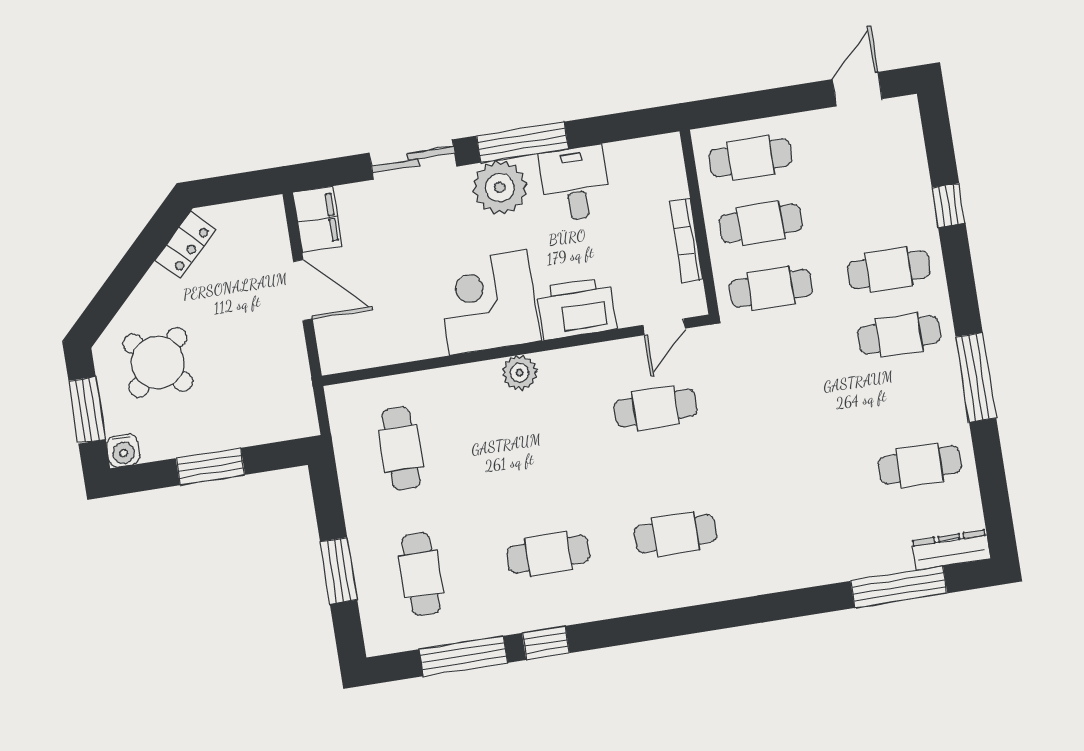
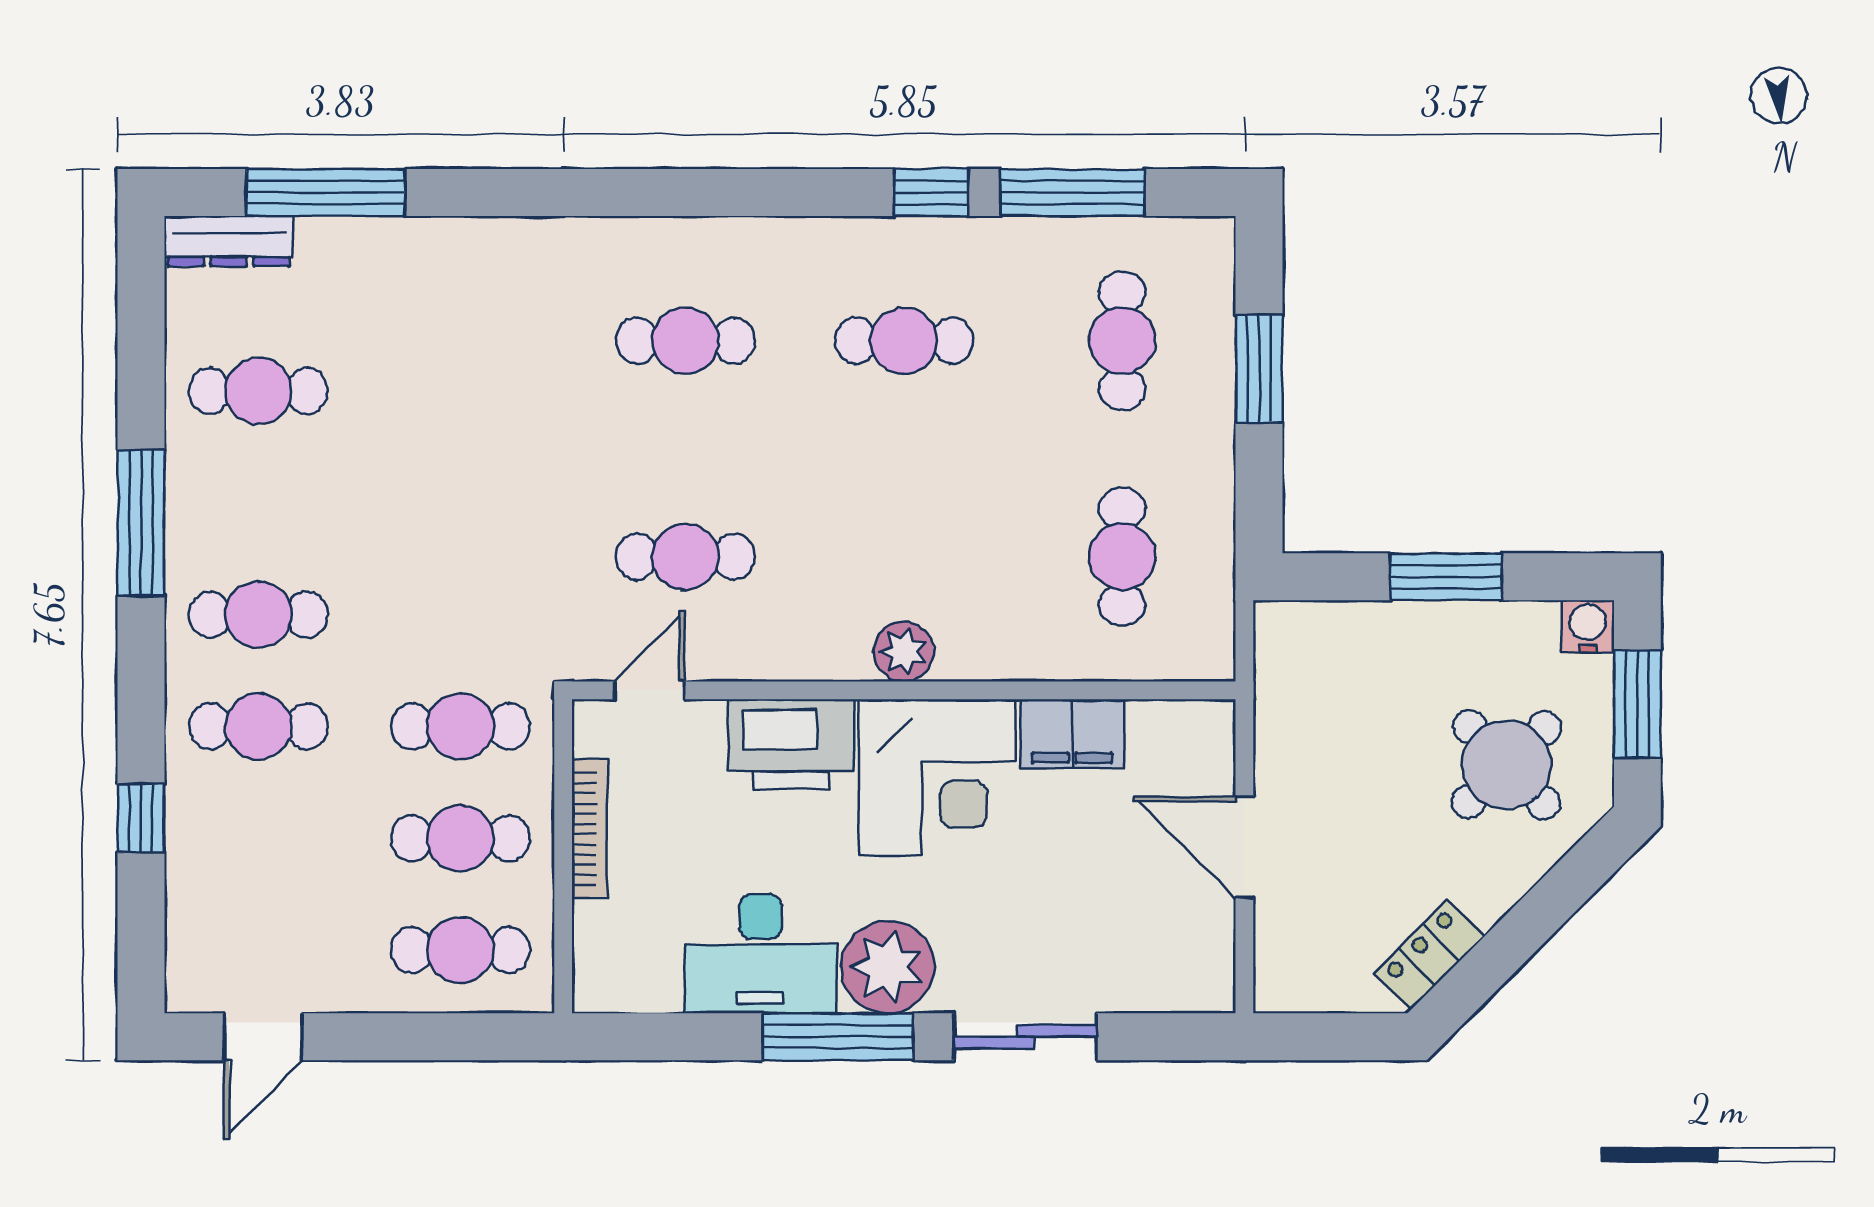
desk: (575, 183) -> (760, 954), width x1.37
filing cabinet: (318, 220) -> (1072, 734), moved, turned -90

